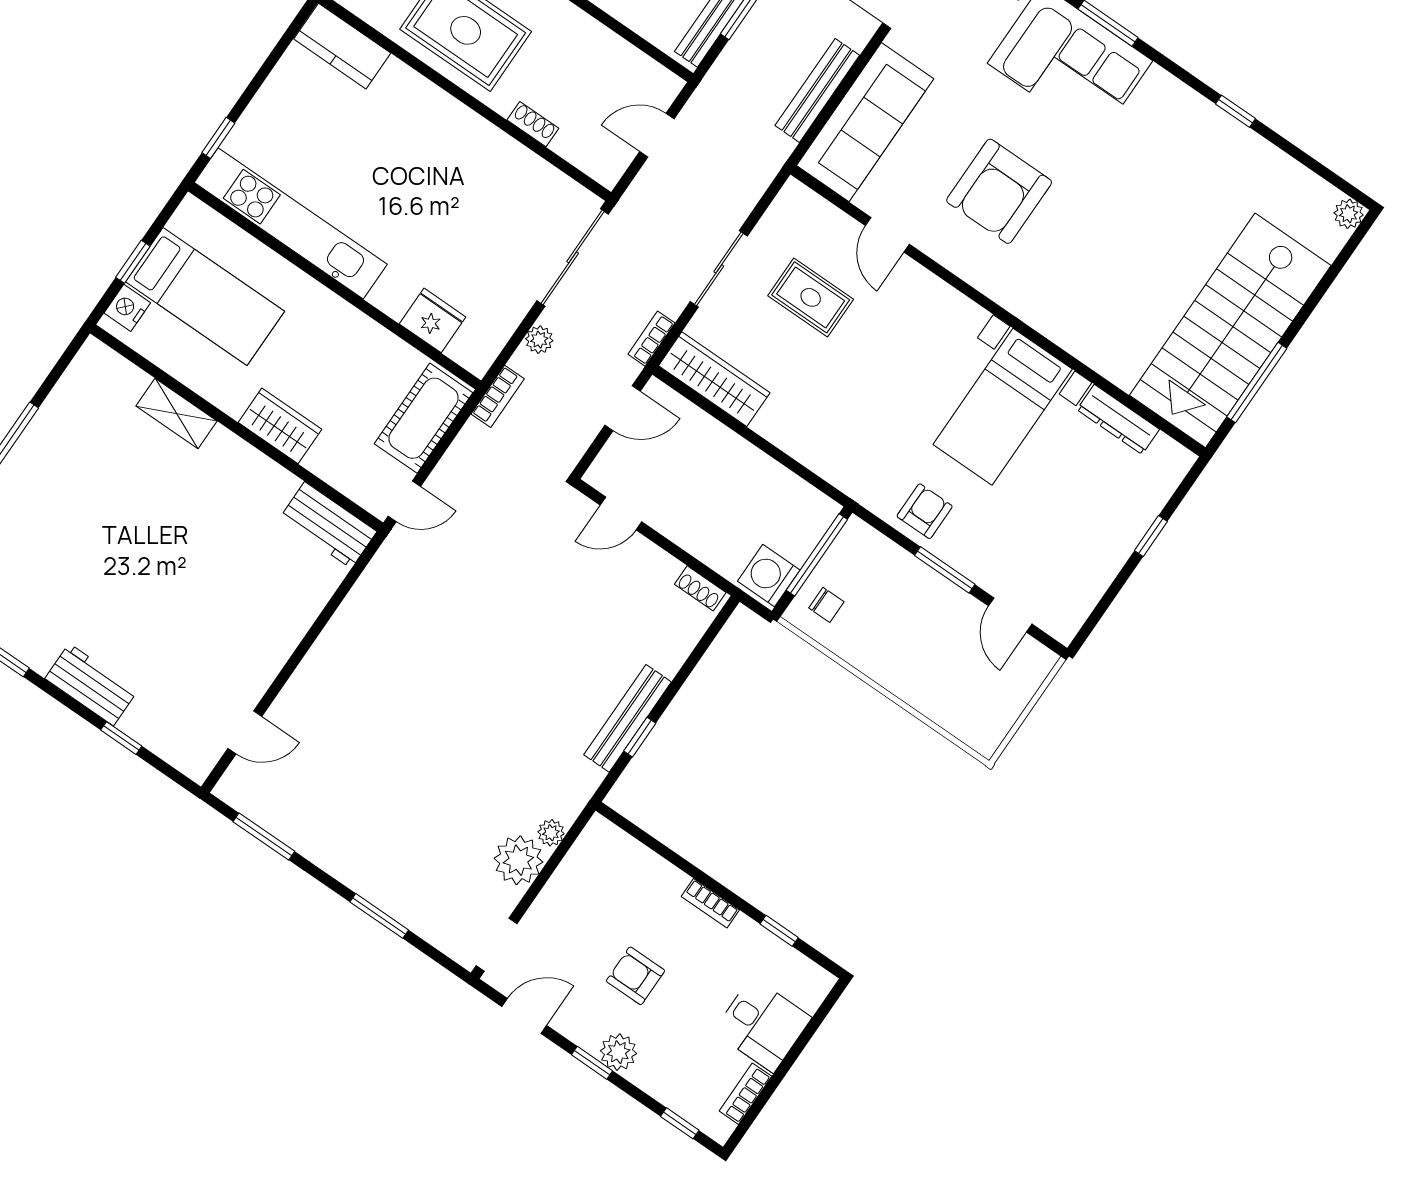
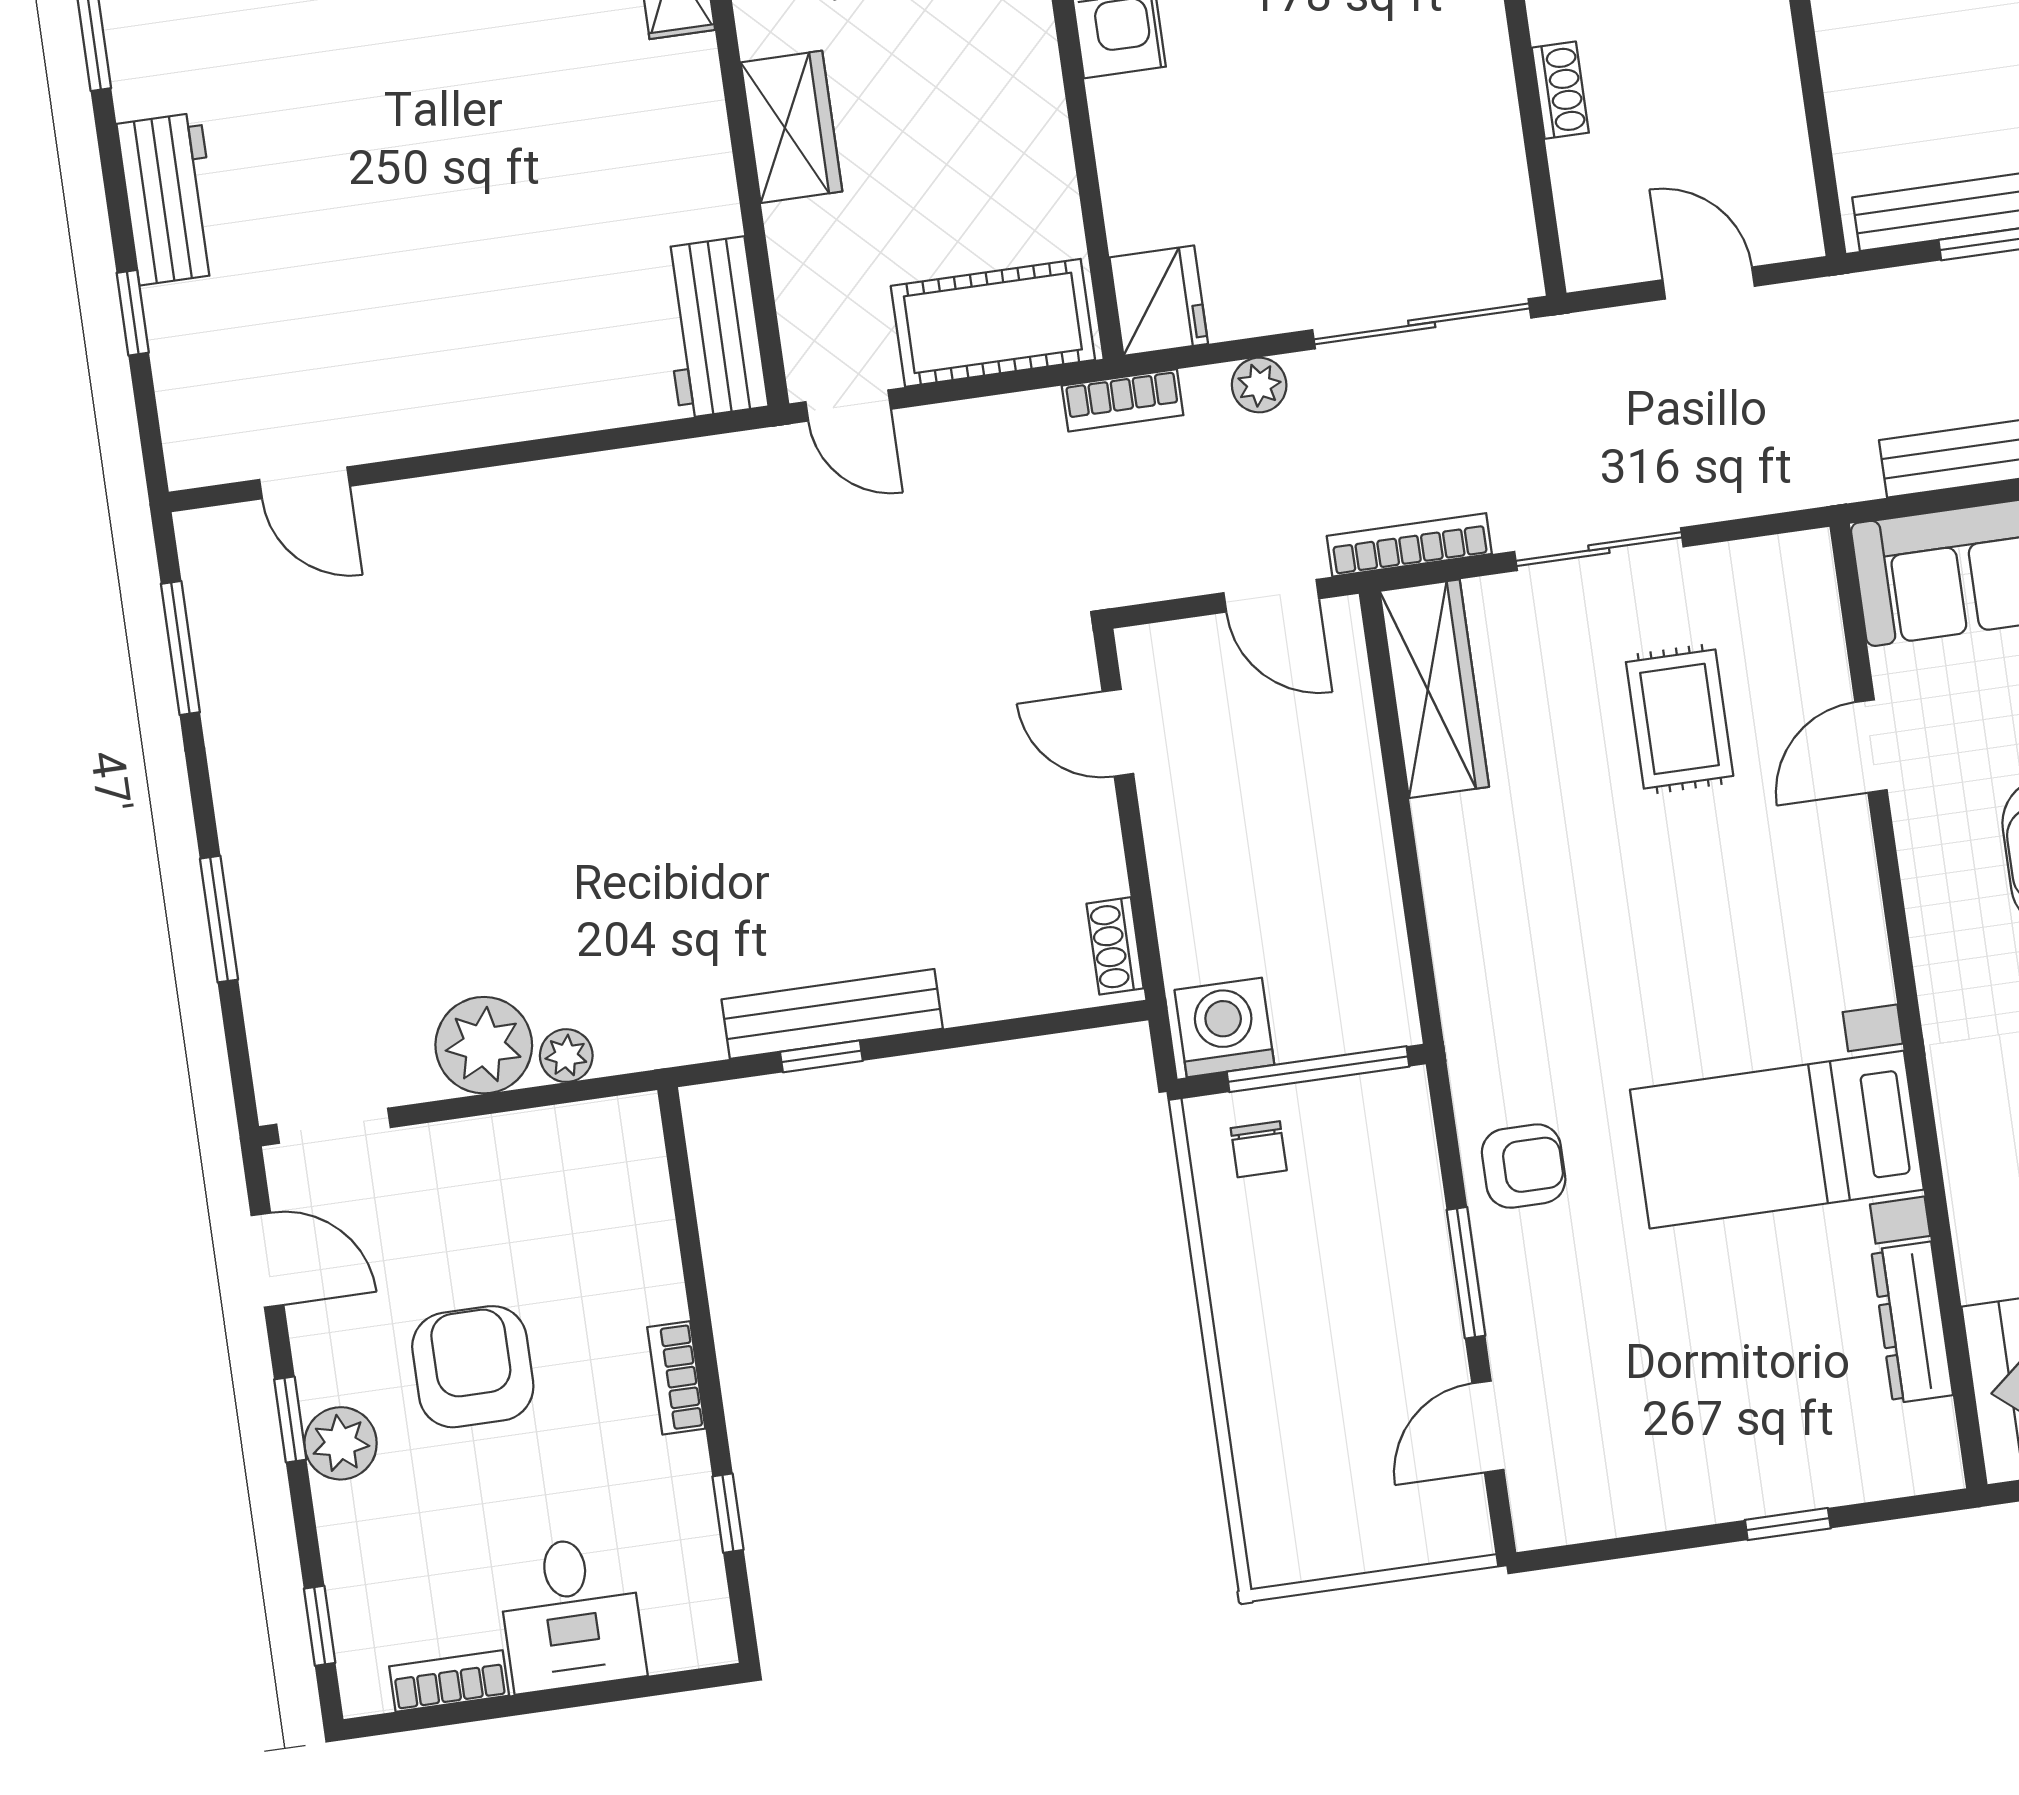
fridge: (433, 320) -> (1159, 301), moved
bookcase: (651, 339) -> (1409, 545), width x1.56
armchair: (636, 976) -> (473, 1367), width x1.38, depth x1.38

